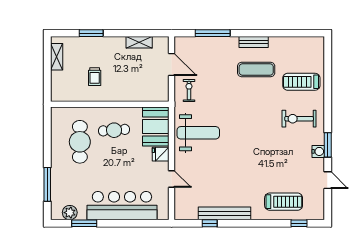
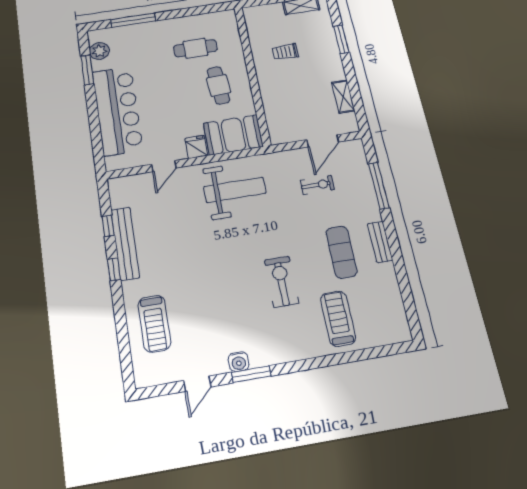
exercise bike: (189, 91) -> (317, 185), moved
exercise bike: (299, 119) -> (281, 282), moved
weight bench: (198, 133) -> (235, 190), turned -90
cafe table: (80, 142) -> (195, 48), width x0.73, depth x0.74
window: (299, 223) -> (114, 269), moved

